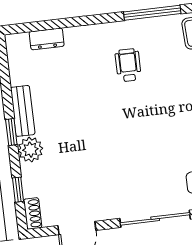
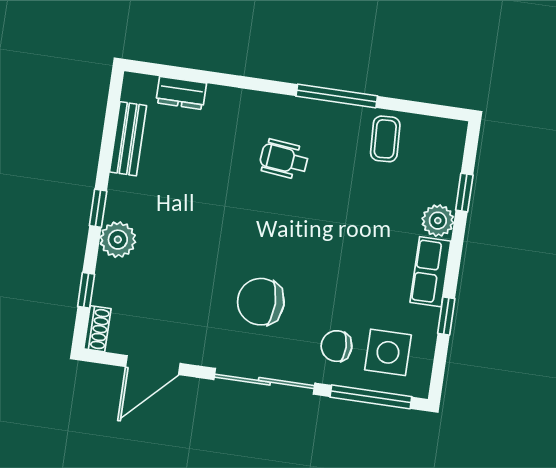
wheelchair: (128, 65) -> (284, 159), turned -84
bench: (23, 111) -> (128, 139), moved
chair: (138, 166) -> (261, 302), added

